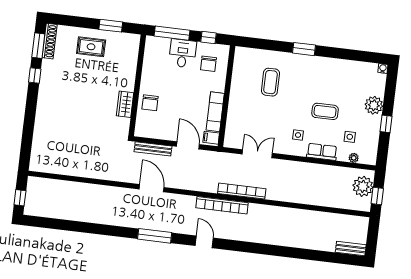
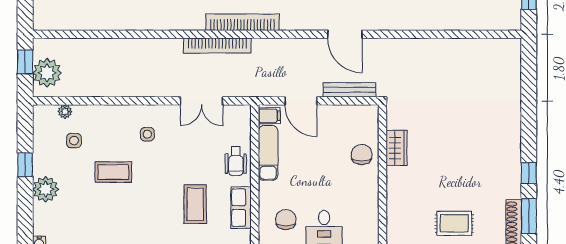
wheelchair: (238, 109) -> (236, 161), added
row of seats: (322, 152) -> (241, 208), moved, turned 90

